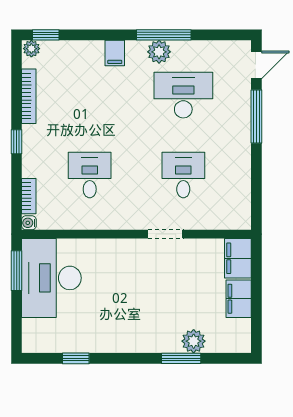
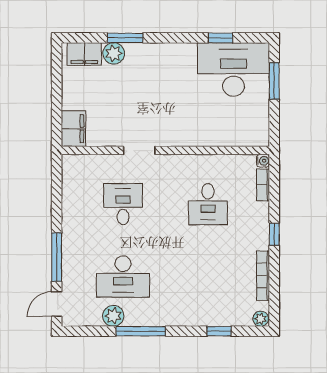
window: (46, 35) -> (219, 331), moved
plant: (159, 52) -> (113, 316), moved
filing cabinet: (115, 53) -> (185, 315), removed
desk: (183, 175) -> (123, 204), turned 180
window: (17, 271) -> (274, 81), moved
desk: (51, 278) -> (234, 70), moved, turned -90
filing cabinet: (239, 299) -> (84, 54), moved, turned 90

